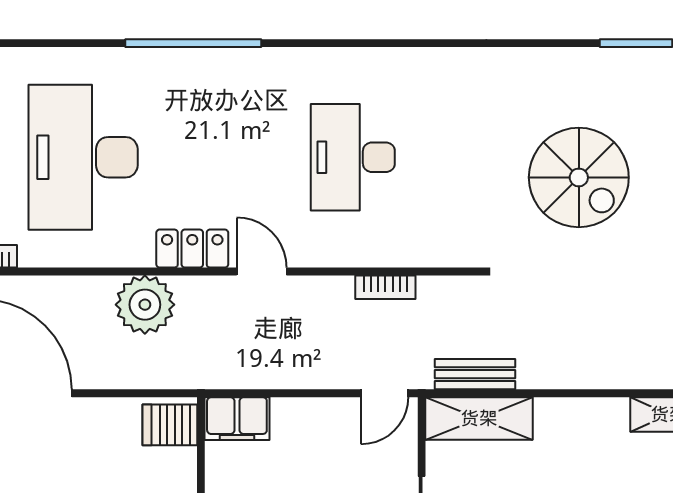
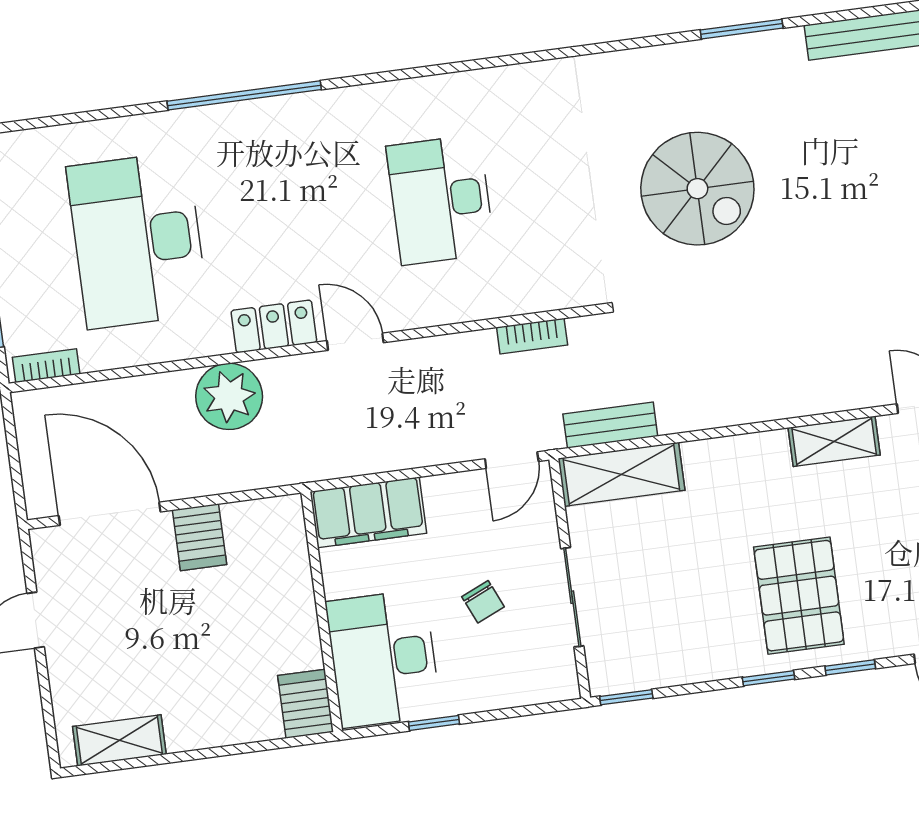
bookcase: (385, 287) -> (532, 336), moved
filing cabinet: (237, 419) -> (368, 512), width x1.50, depth x1.17
server rack: (170, 425) -> (200, 537), moved, turned -90

